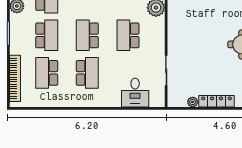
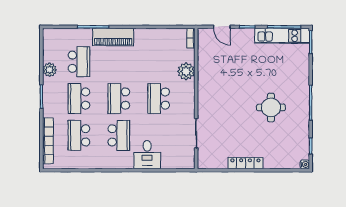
school desk: (47, 35) -> (79, 99), turned 180
desk: (135, 93) -> (147, 155), moved
plant: (193, 102) -> (222, 164), removed

